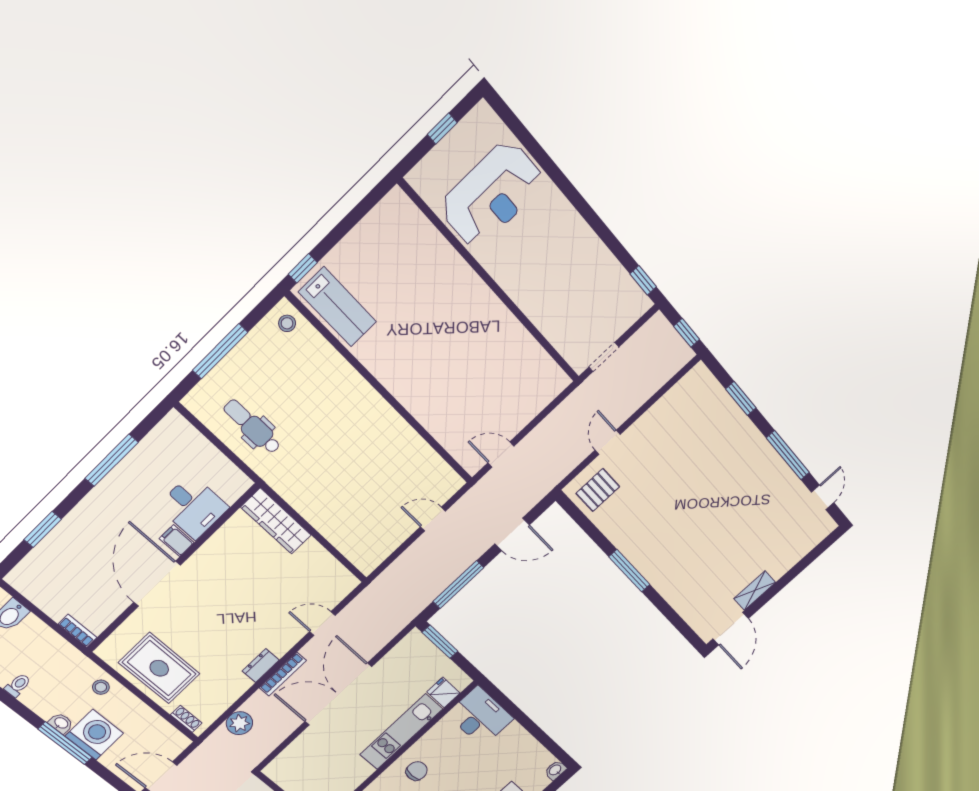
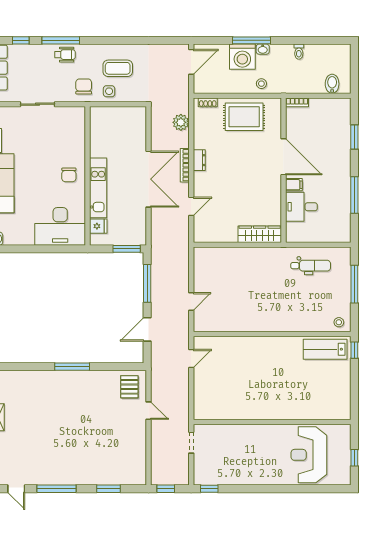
desk: (480, 717) -> (60, 226), width x1.36, depth x1.30

